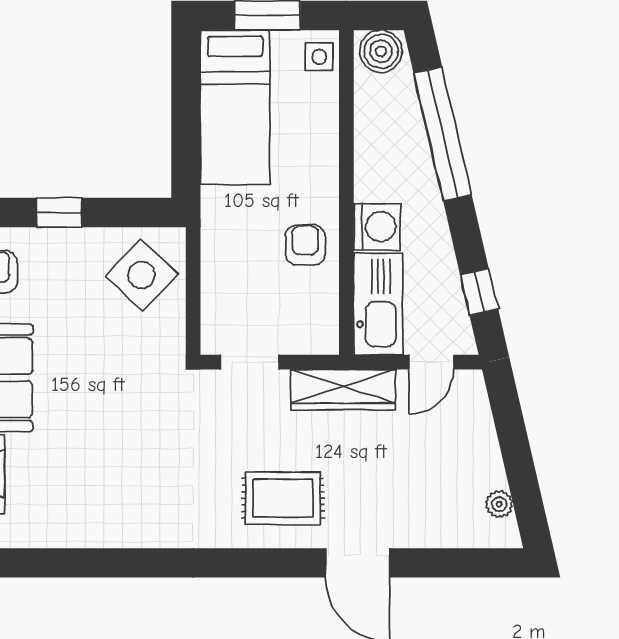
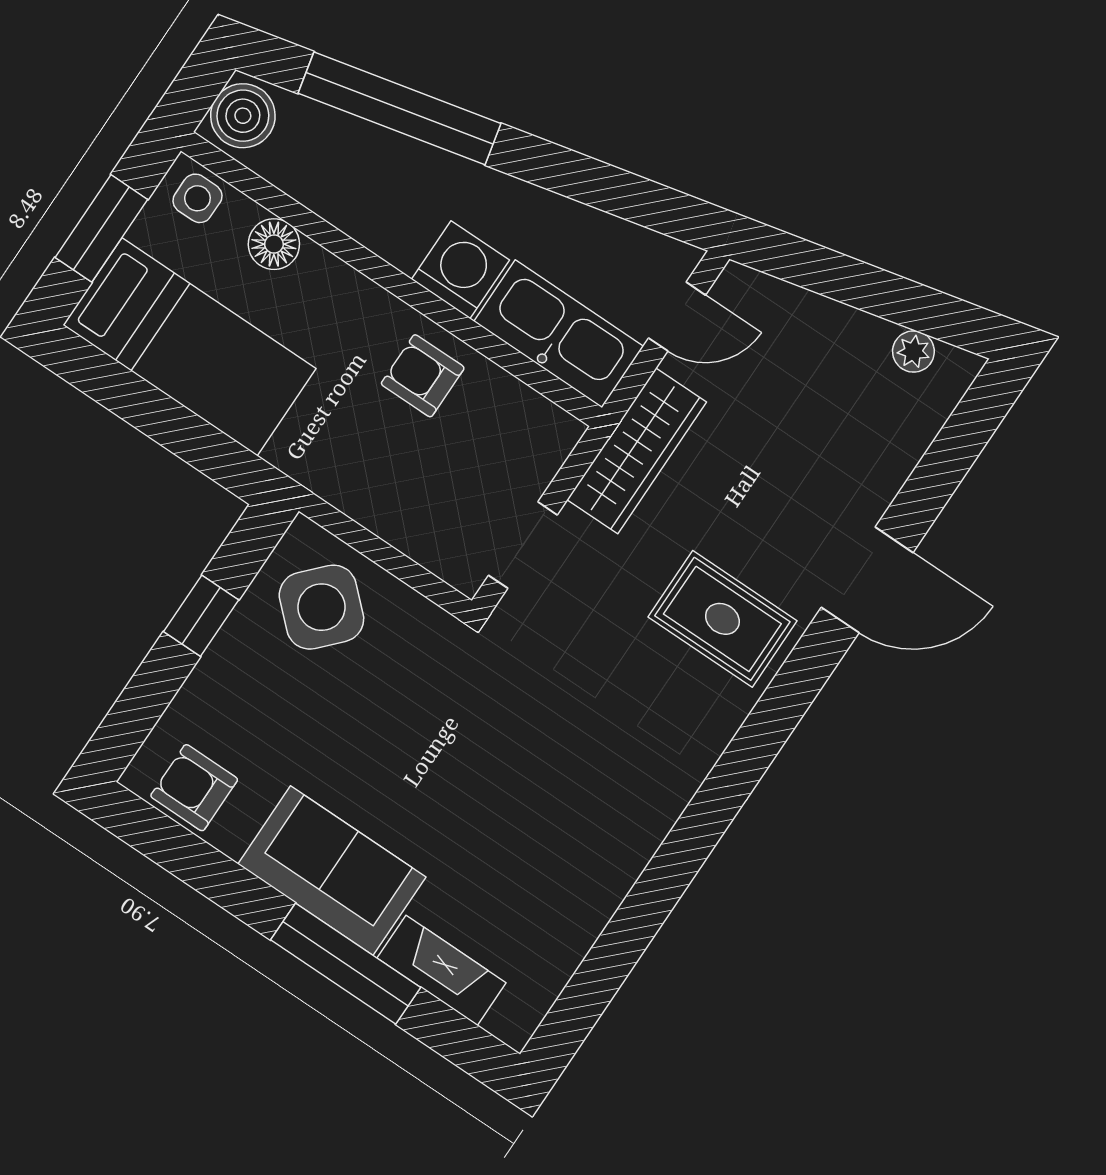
floor lamp: (322, 115) -> (274, 244), added
window: (59, 213) -> (201, 616), moved
window: (479, 292) -> (629, 197), removed
door: (431, 362) -> (677, 317), hinge flipped
rug: (283, 498) -> (722, 619), turned 90

